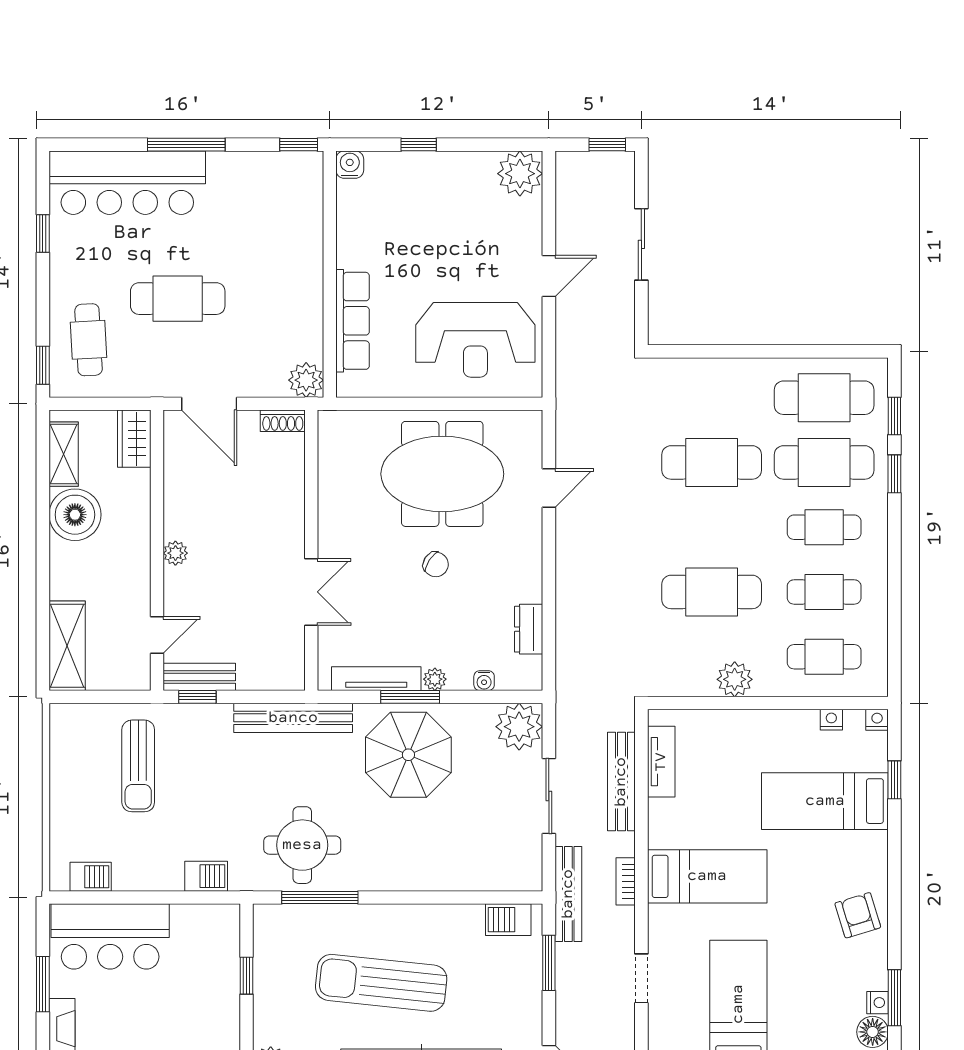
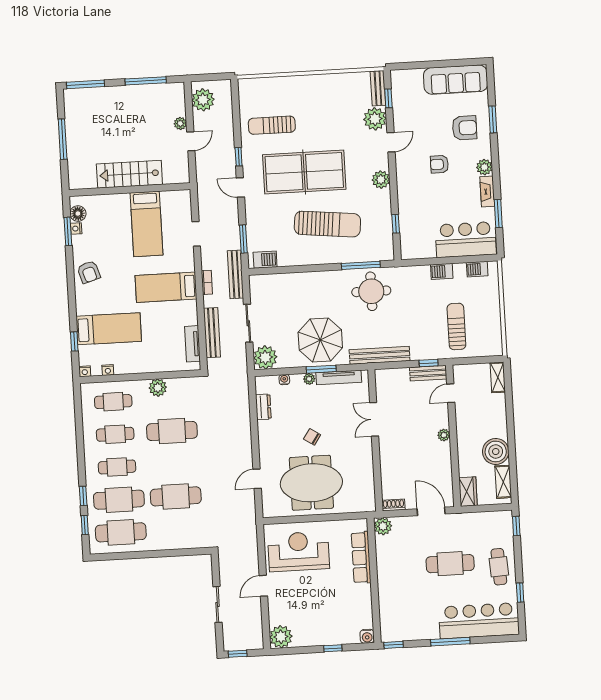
cafe table: (89, 340) -> (499, 567), moved
shelving: (67, 646) -> (498, 377), width x0.67, depth x0.75
barbecue: (206, 876) -> (442, 271), moved

